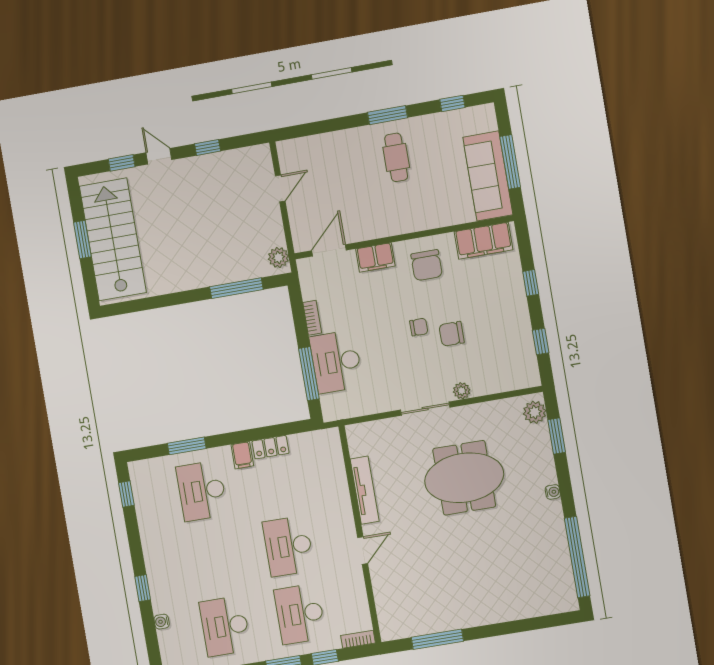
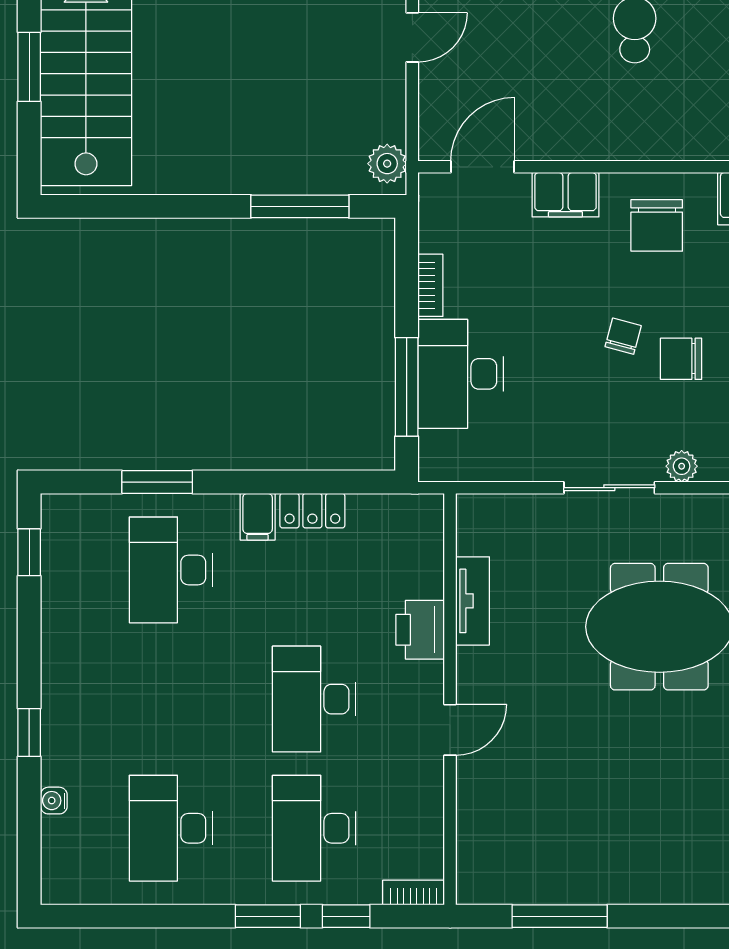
chair: (419, 327) -> (623, 336), turned -75
tv unit: (365, 490) -> (473, 601), width x0.71
printer: (338, 500) -> (420, 630), added

